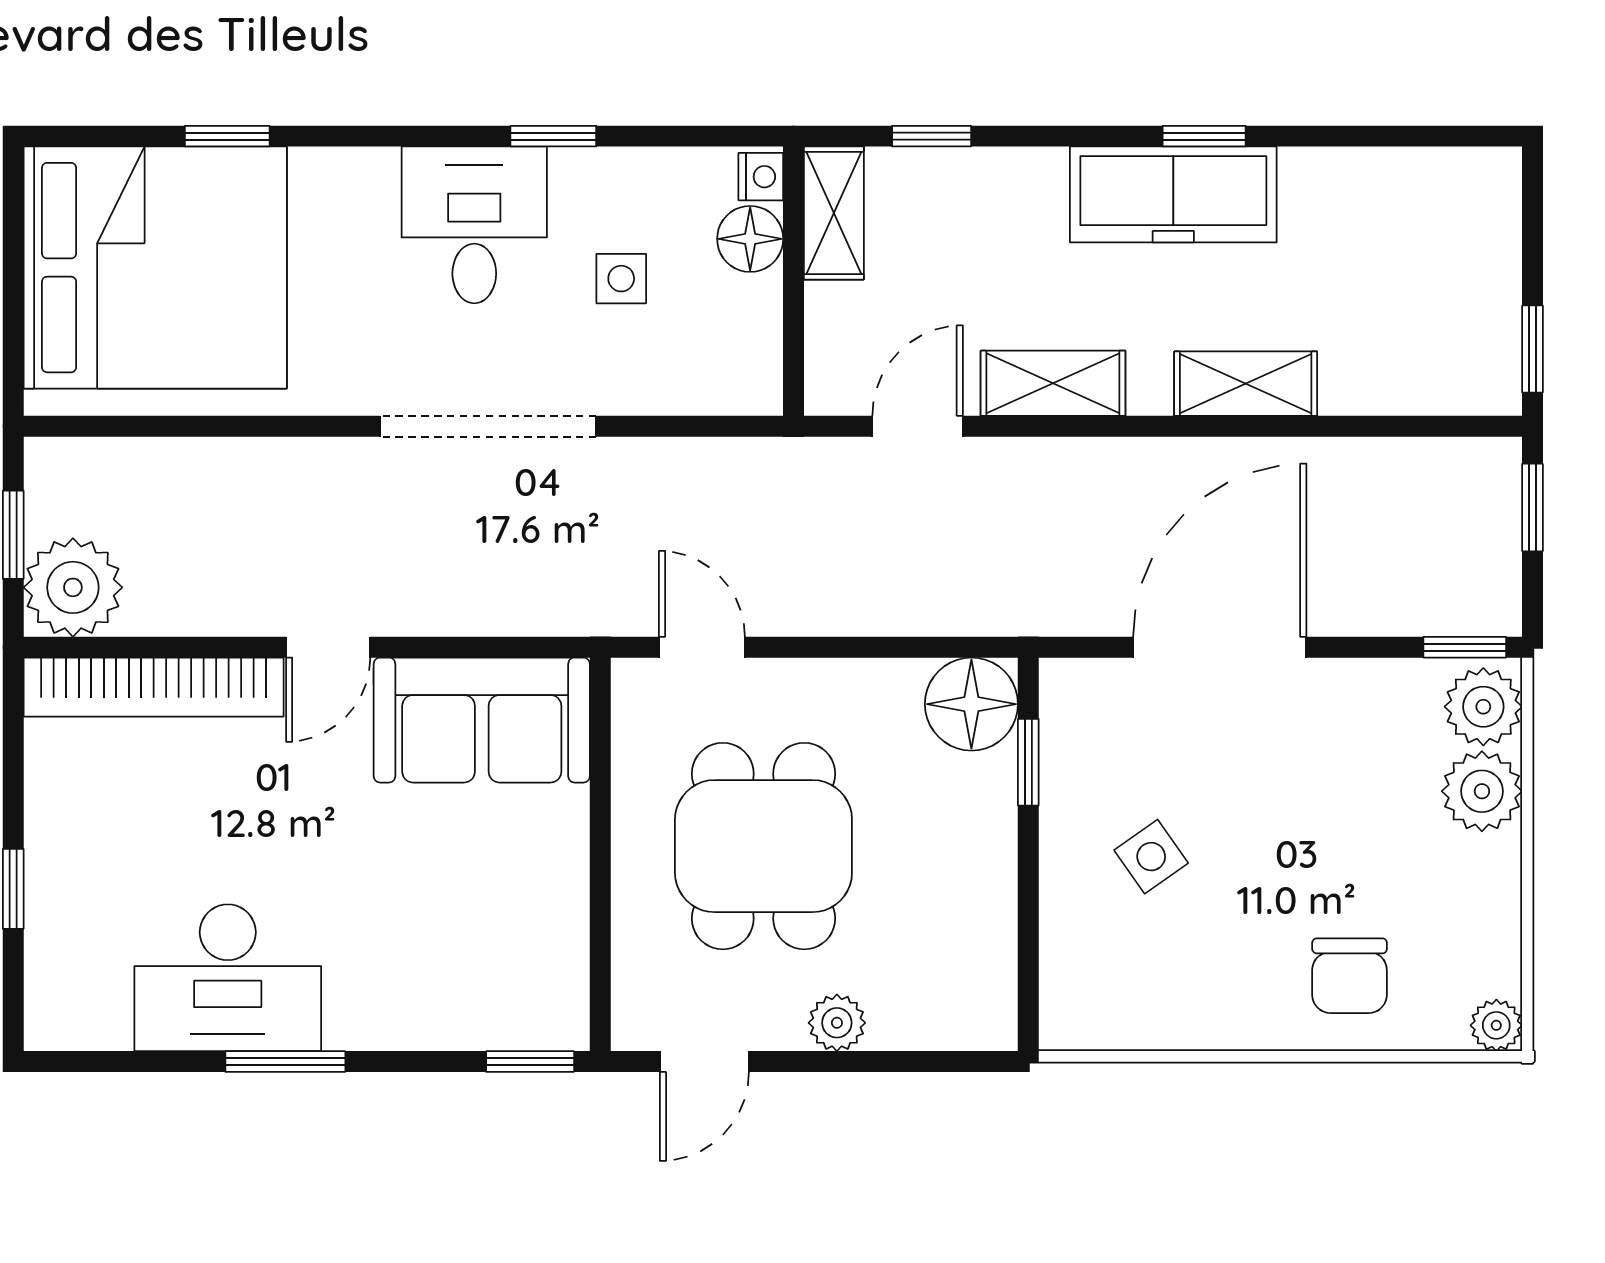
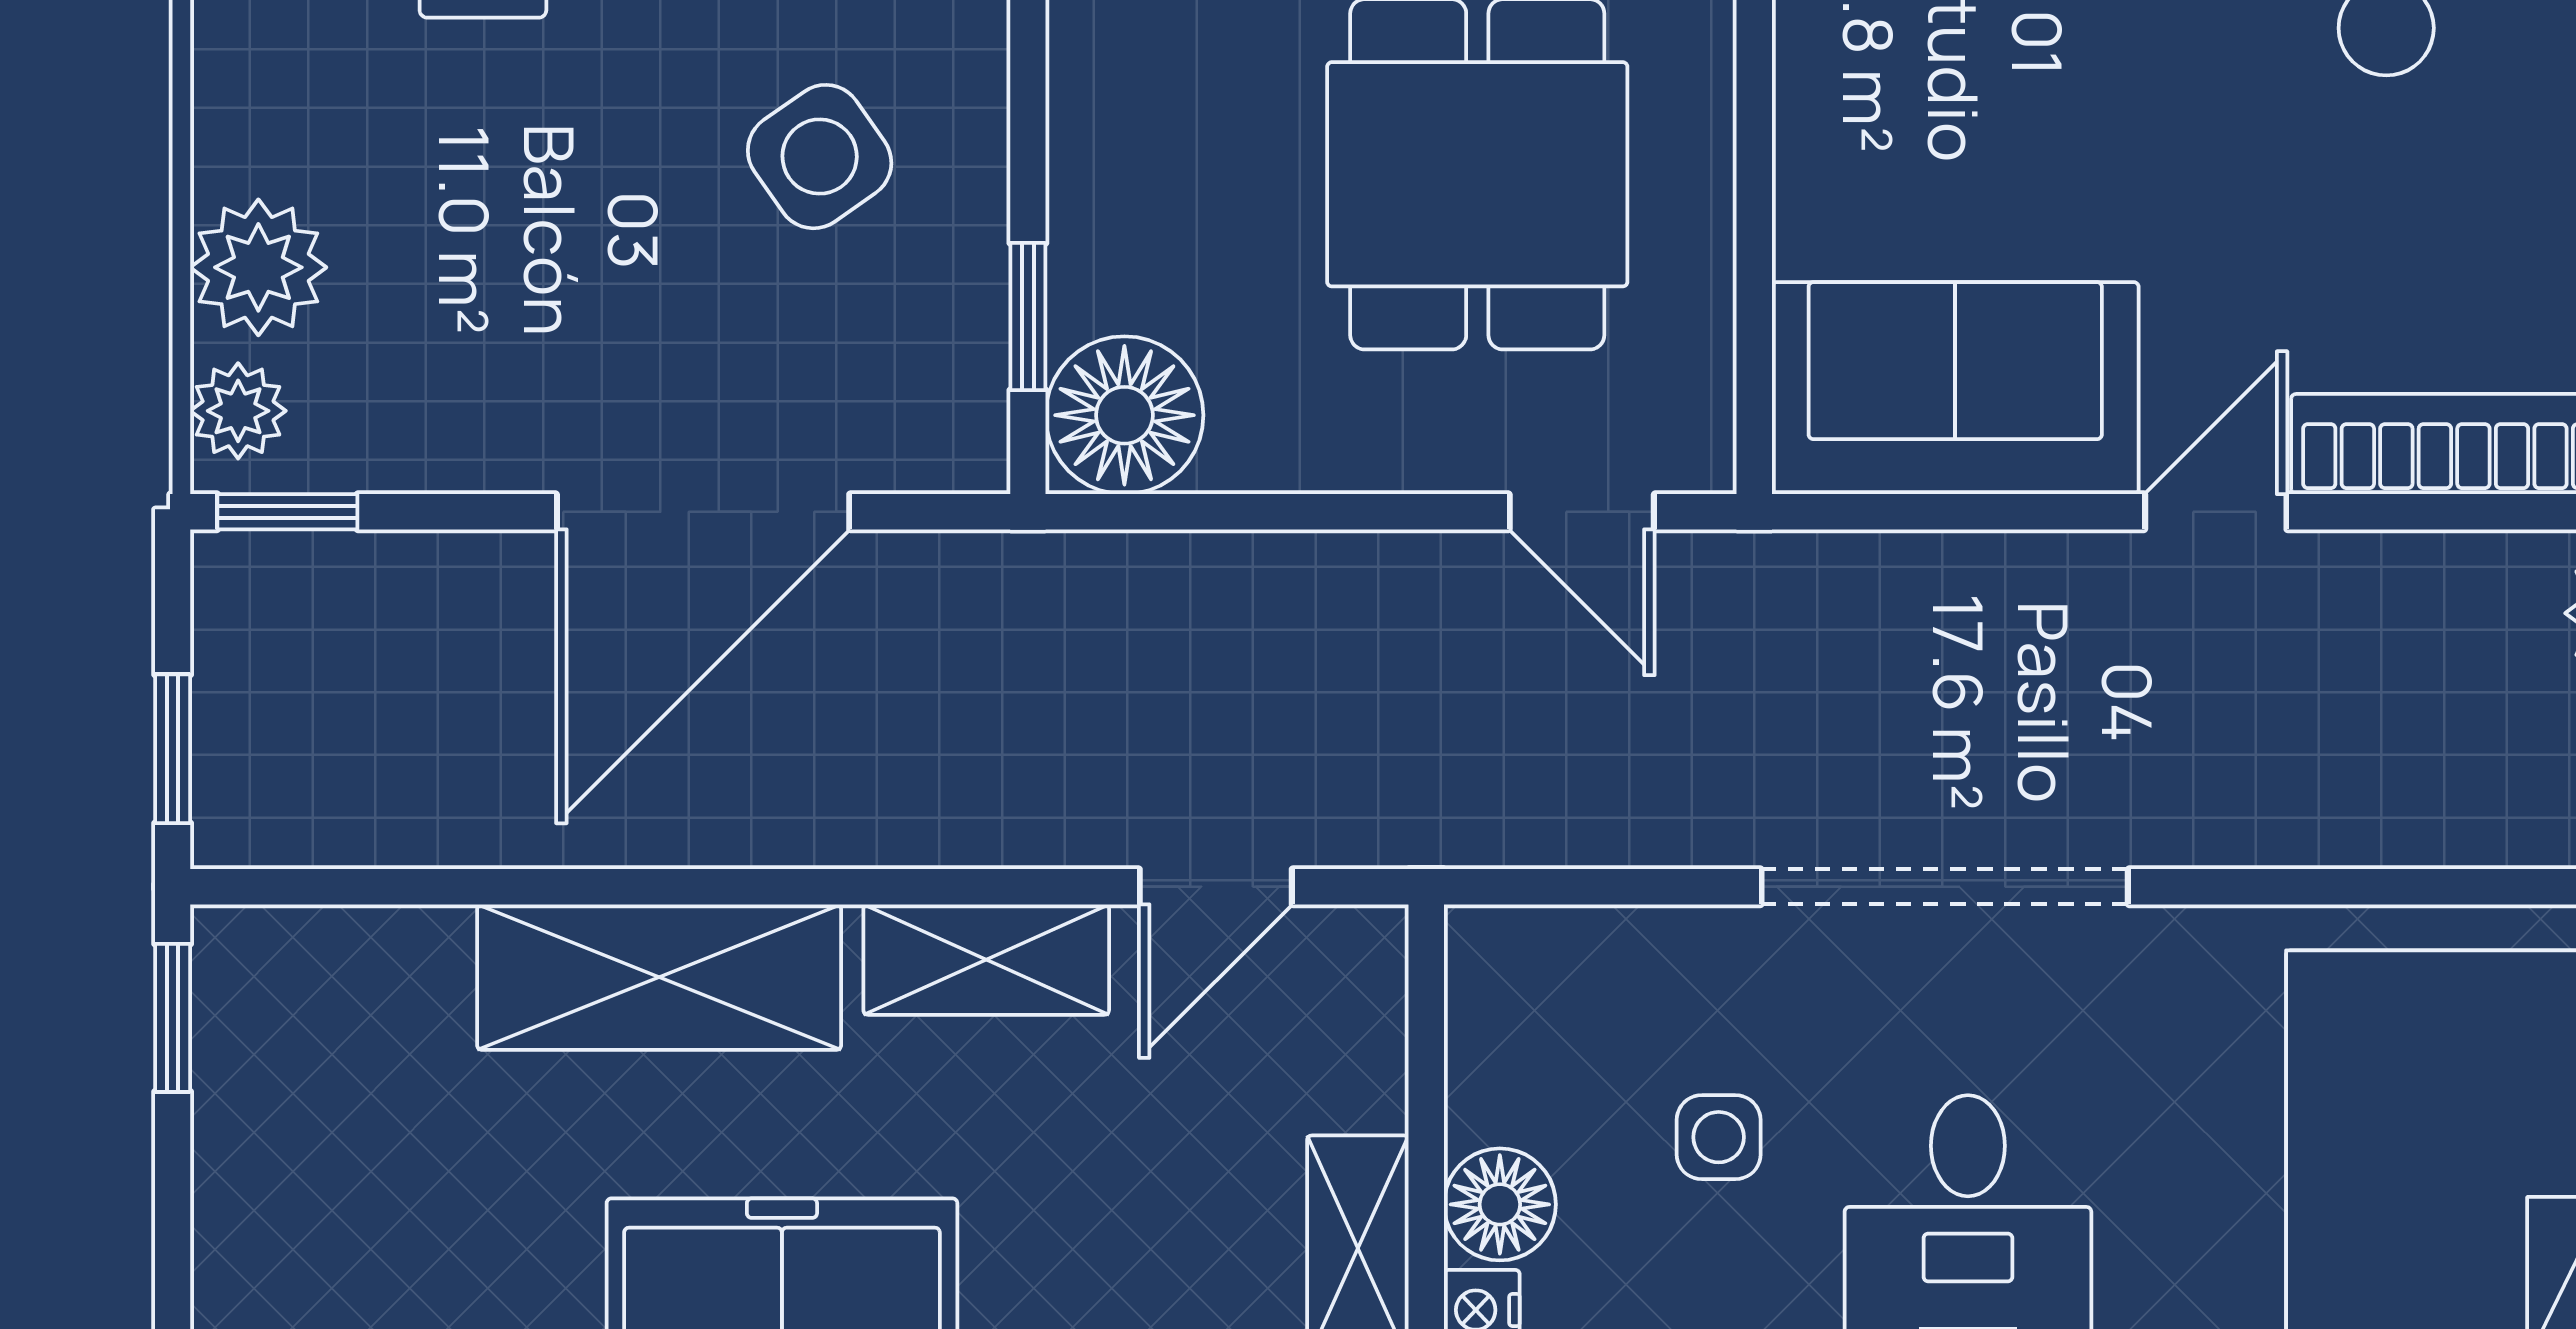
shelving: (1246, 384) -> (659, 977), width x1.50, depth x1.33
plant: (1483, 707) -> (238, 411), width x0.73, depth x0.73
side table: (1151, 857) -> (820, 157), width x1.37, depth x1.37

